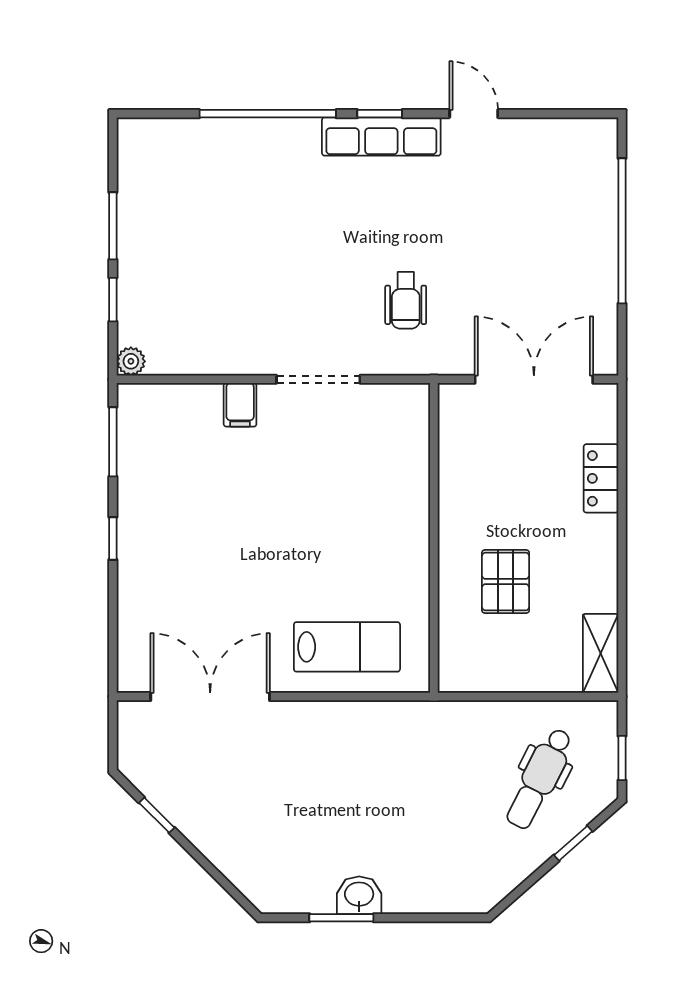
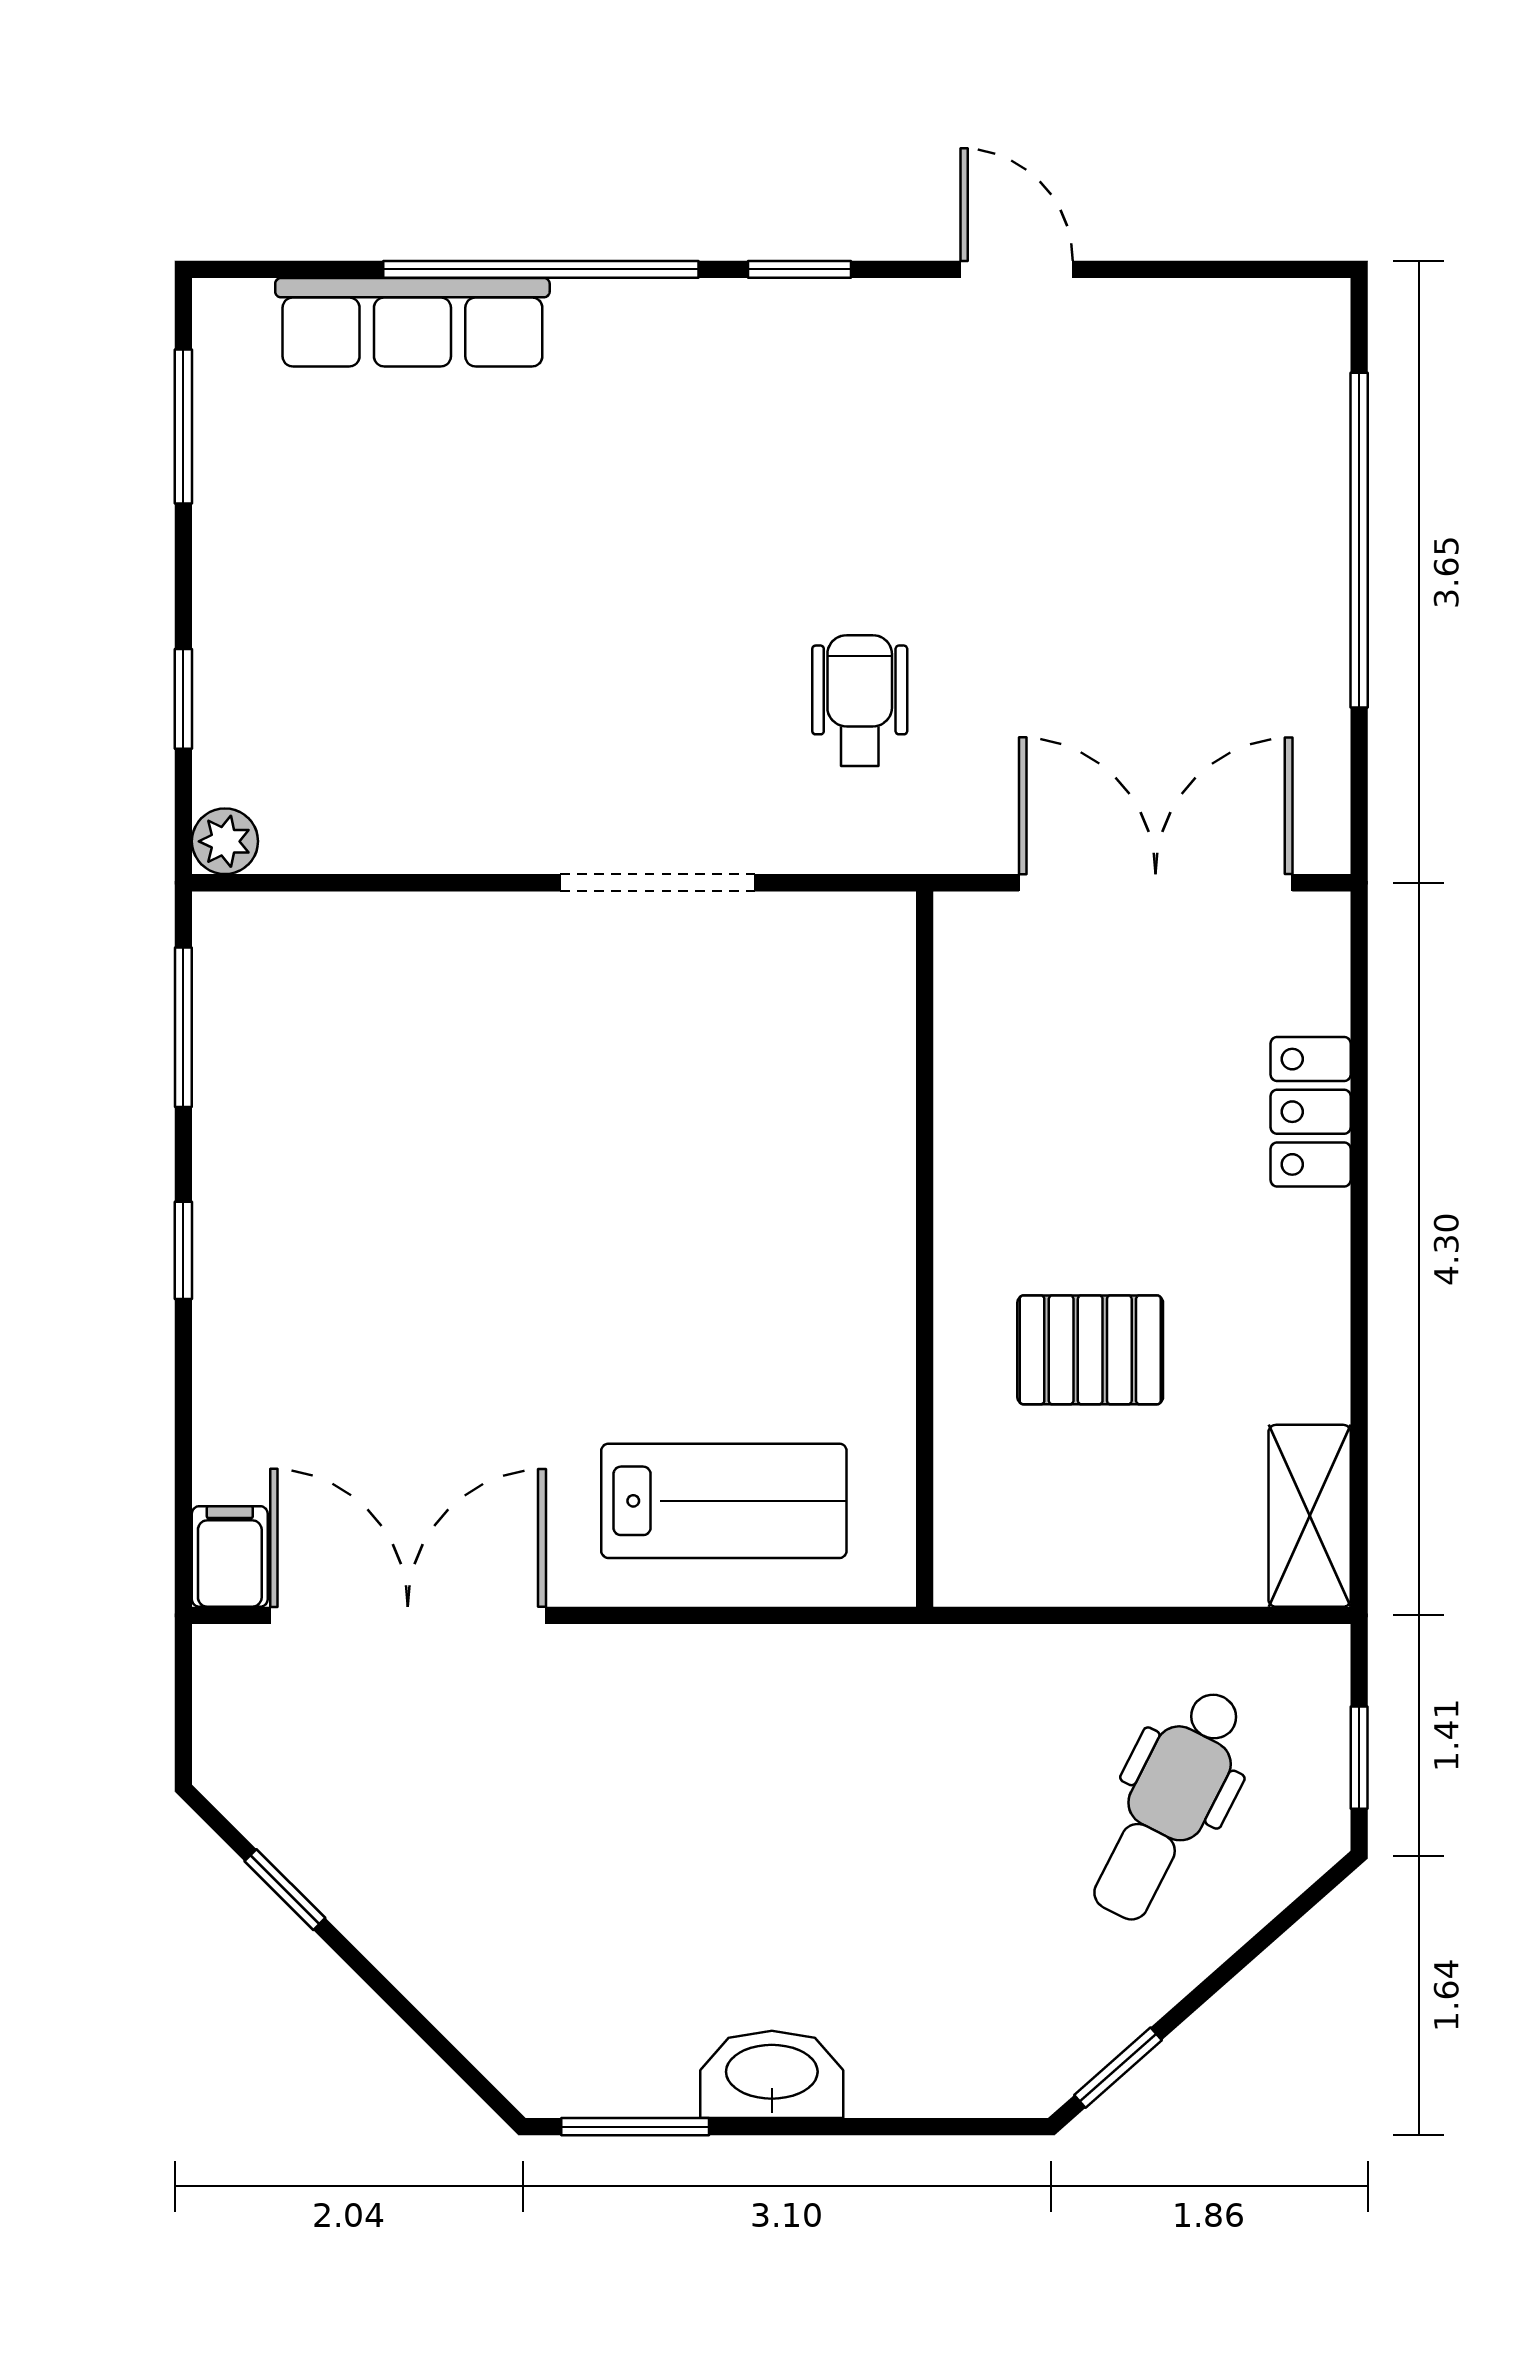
row of seats: (381, 137) -> (412, 322), moved
window: (113, 226) -> (183, 427), moved
wheelchair: (406, 300) -> (860, 700), turned 180
filing cabinet: (240, 405) -> (230, 1556), moved, turned 180
pallet: (506, 582) -> (1090, 1350), turned 90
window: (573, 843) -> (1118, 2068), moved
washbasin: (359, 895) -> (772, 2074), width x1.38
window: (341, 918) -> (635, 2127), moved

